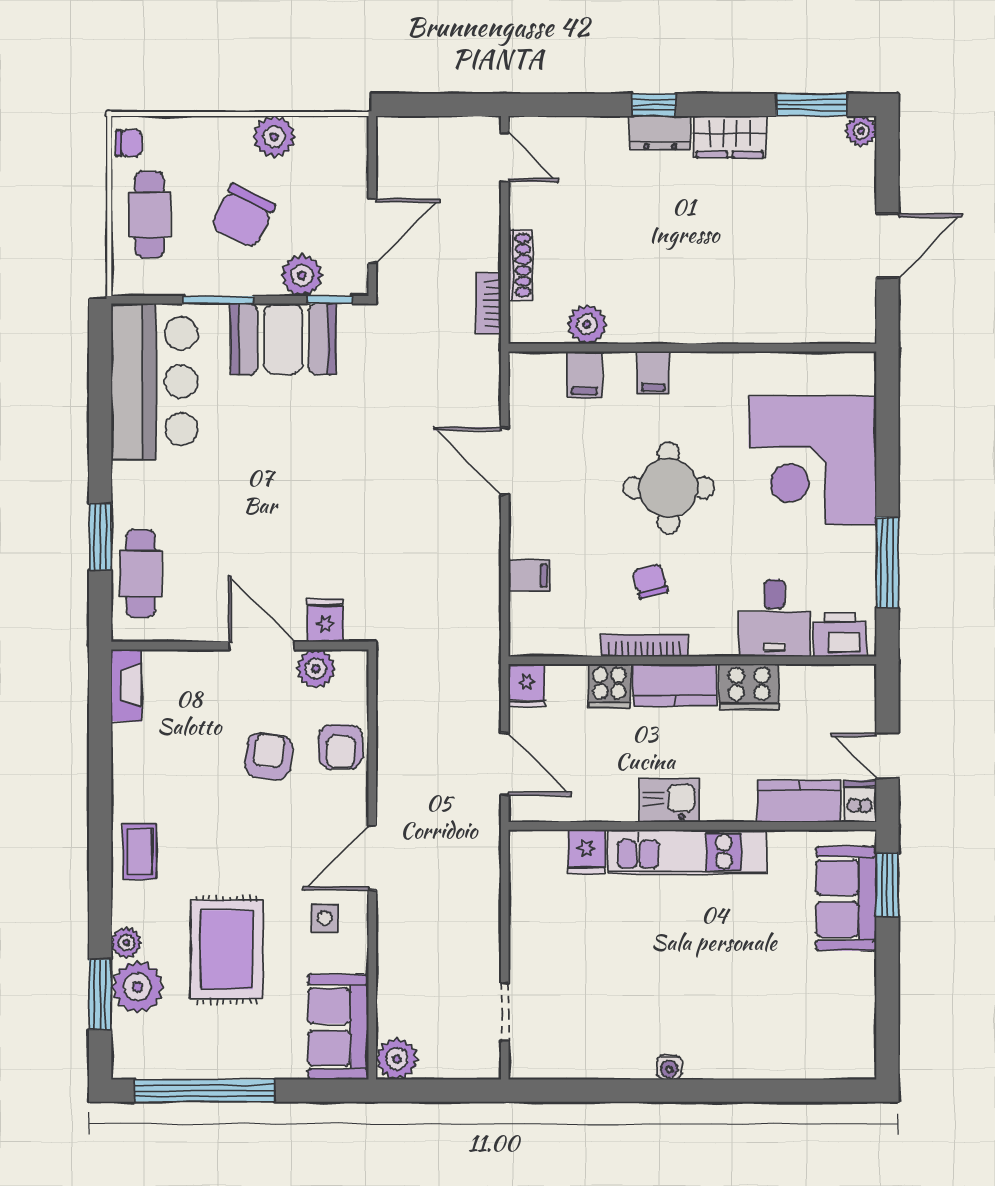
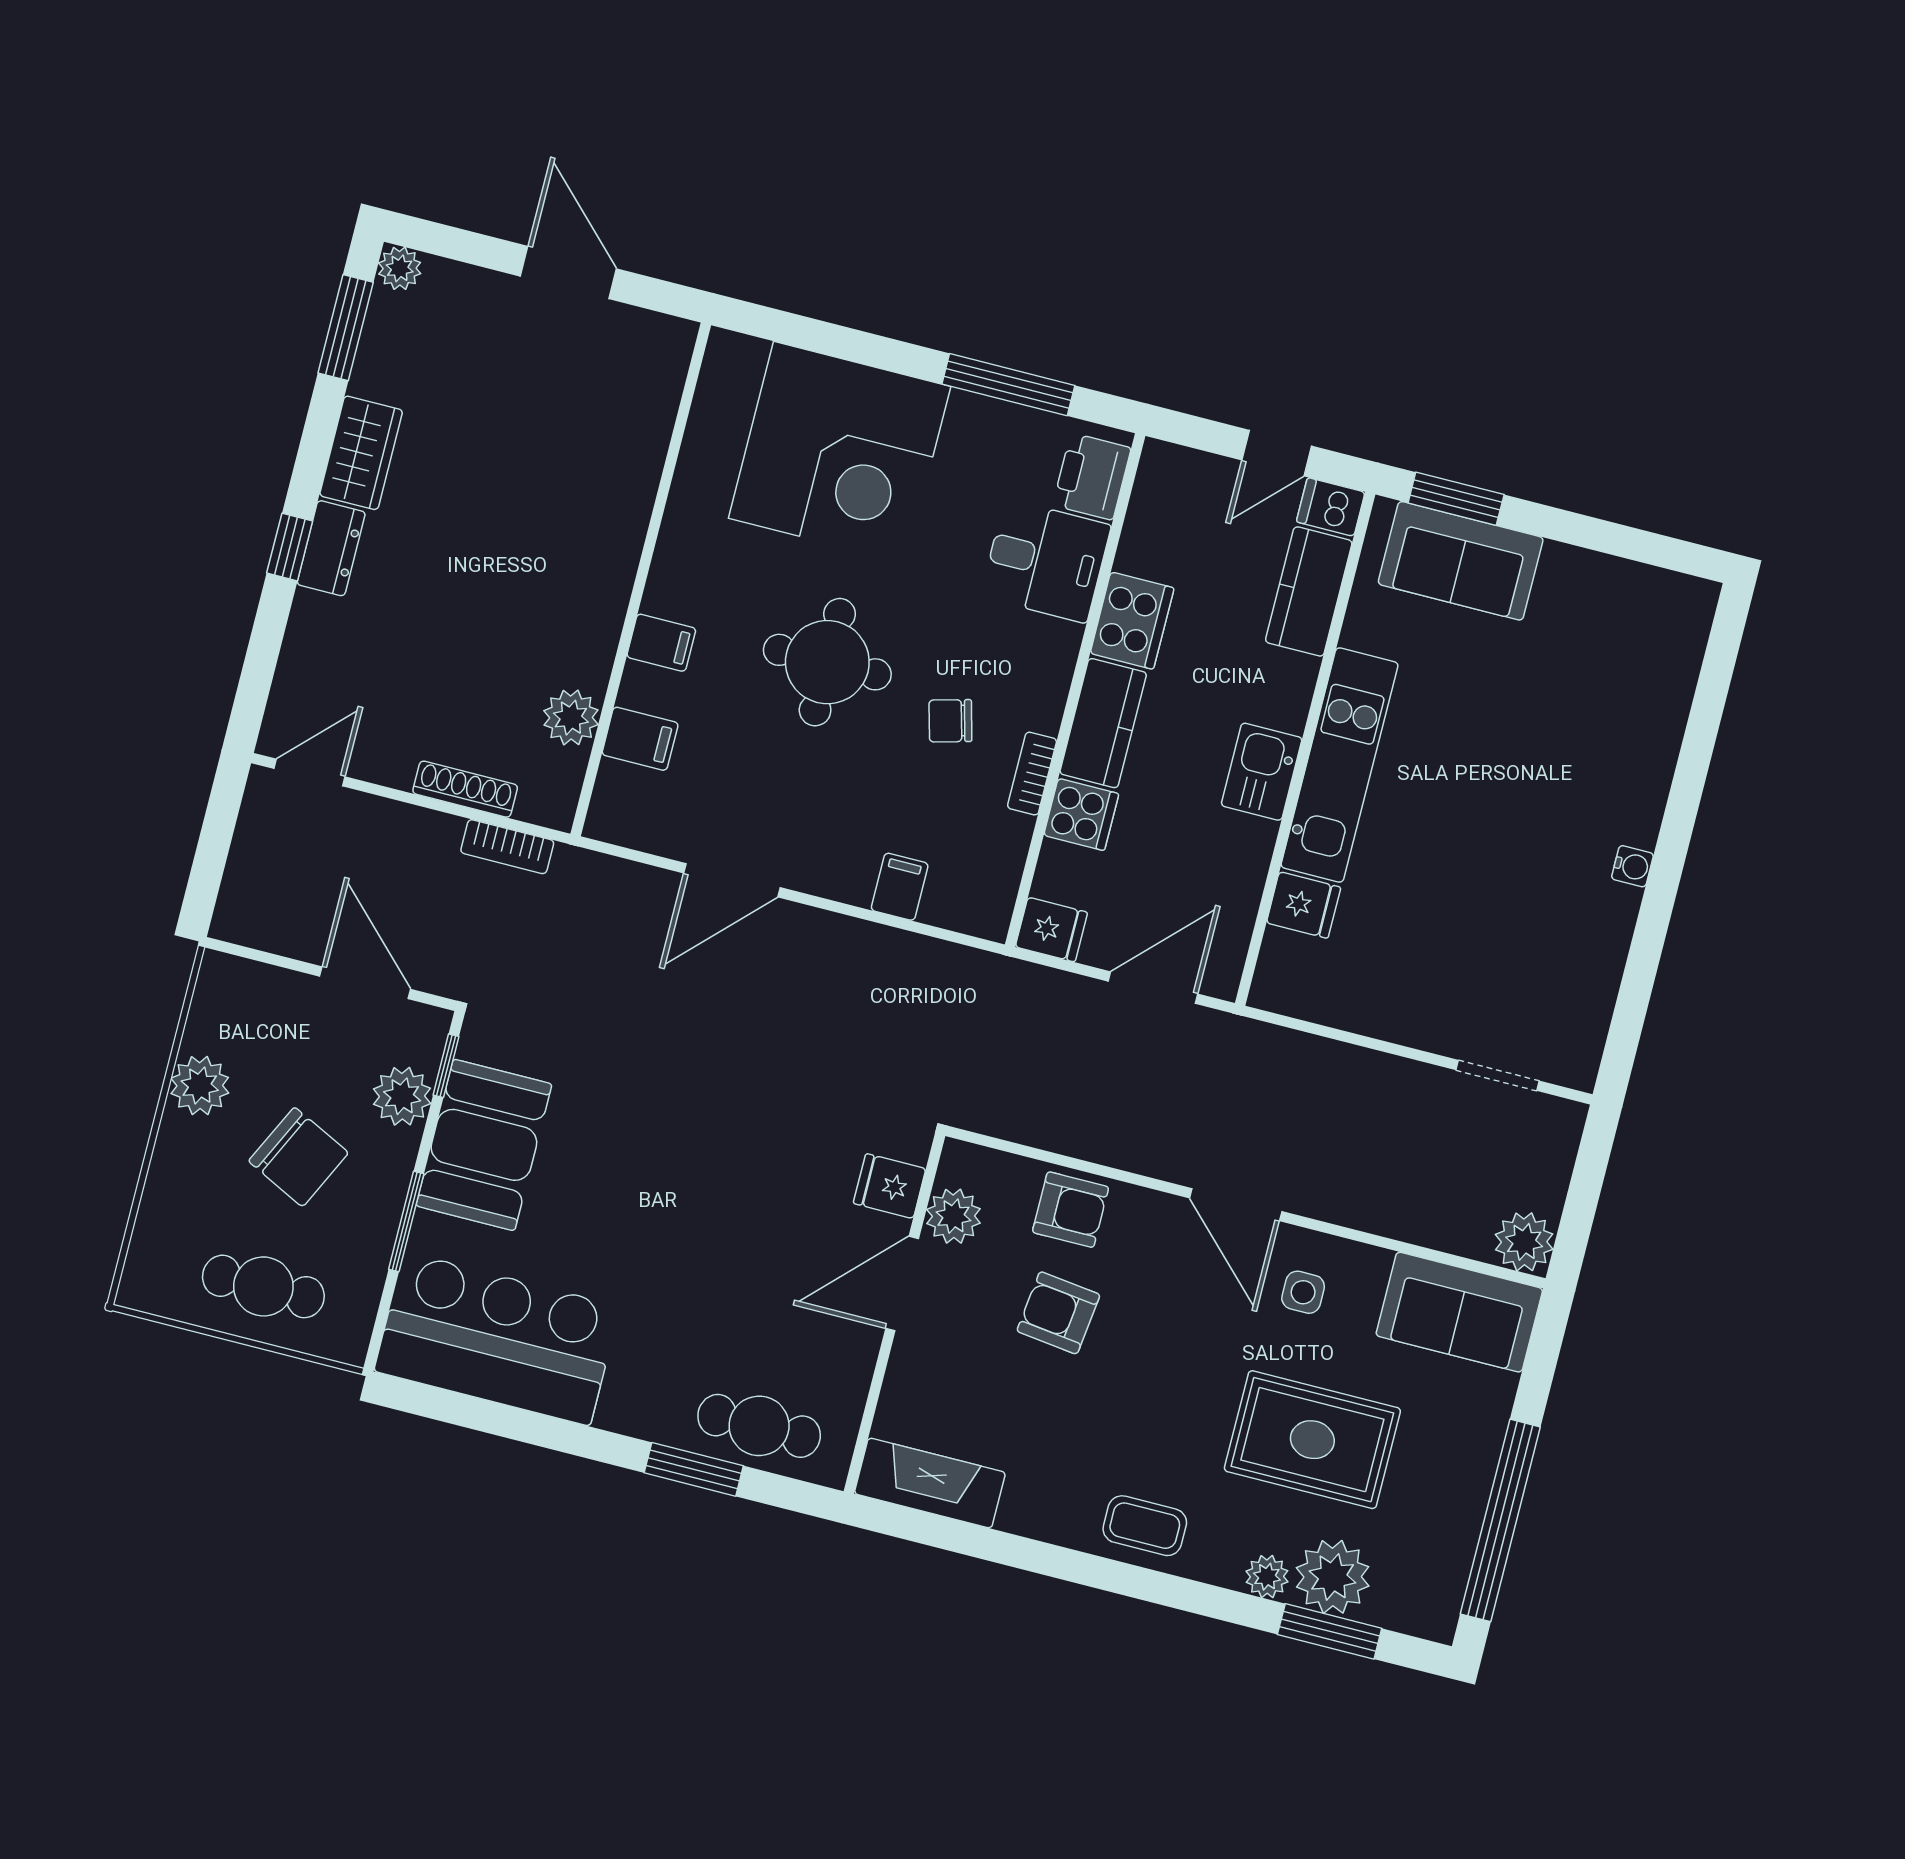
chair: (129, 143) -> (157, 1290), removed
bookcase: (644, 646) -> (1032, 774), width x0.64
fireplace: (127, 685) -> (930, 1483), width x1.37, depth x1.32

